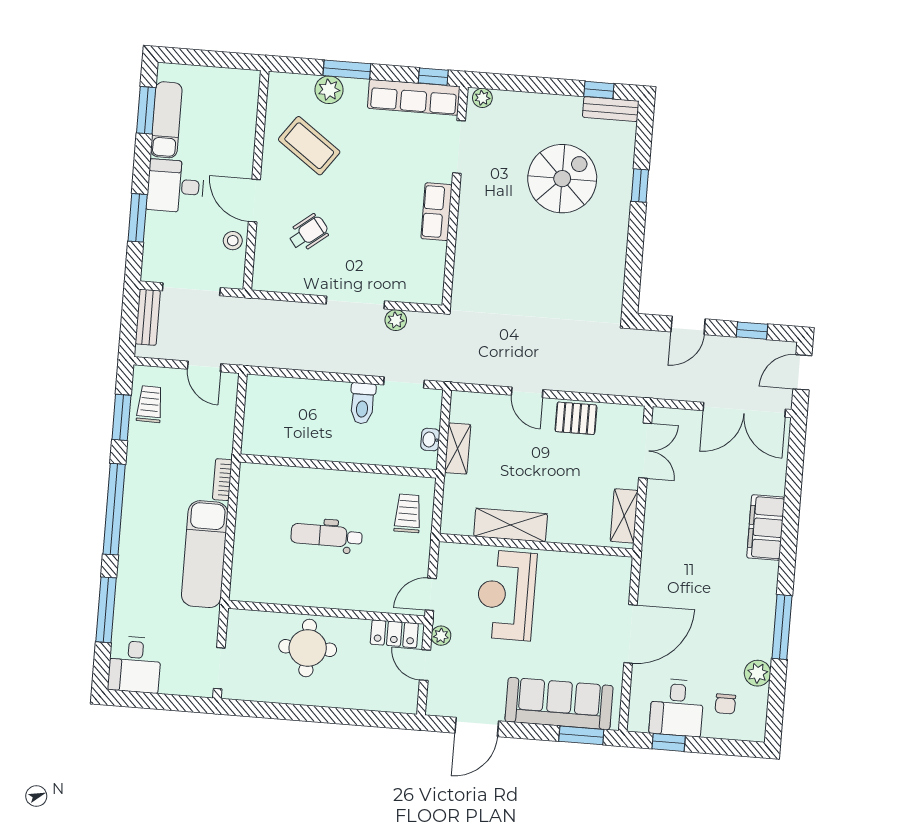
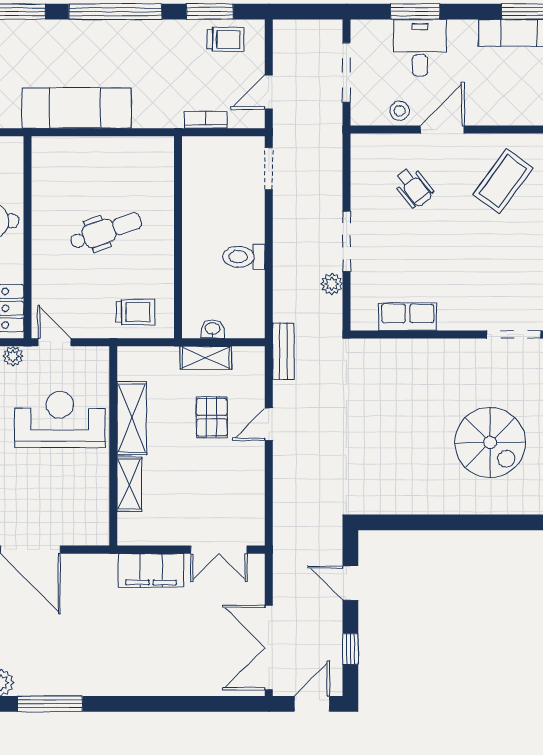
desk: (175, 186) -> (420, 48), moved
window: (640, 186) -> (489, 522), removed
row of seats: (437, 212) -> (408, 317), moved
bench: (148, 317) -> (283, 351), moved, turned 90
door: (802, 372) -> (312, 704), hinge flipped
doorway: (404, 382) -> (269, 168), moved
pallet: (576, 418) -> (212, 417), moved
bookcase: (222, 480) -> (206, 120), moved
shelving: (624, 516) -> (129, 484), moved, turned 90
filing cabinet: (766, 528) -> (151, 570), moved, turned 180
dental chair: (327, 536) -> (106, 231), turned 71

